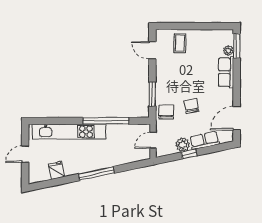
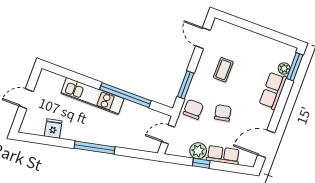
coffee table: (180, 43) -> (223, 70), moved
kitchen unit: (69, 132) -> (92, 96), width x0.73

